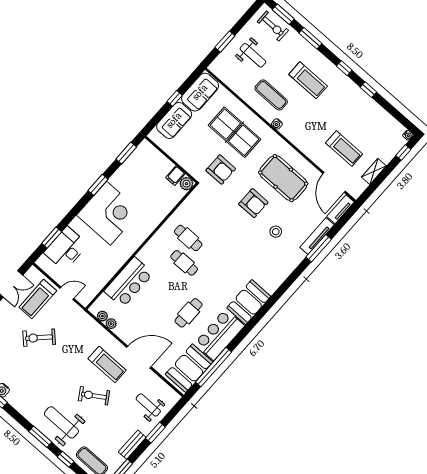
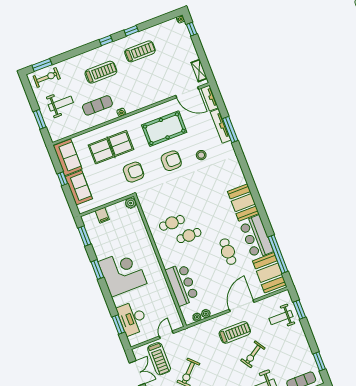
window: (310, 38) -> (70, 54), removed
treadmill: (344, 148) -> (140, 51), moved
shelving: (374, 171) -> (199, 71), moved
filing cabinet: (175, 176) -> (102, 215), moved
window: (155, 433) -> (299, 310), moved
bench: (132, 445) -> (304, 345), removed

